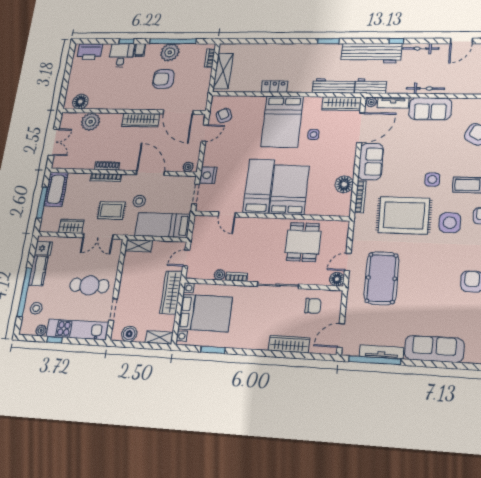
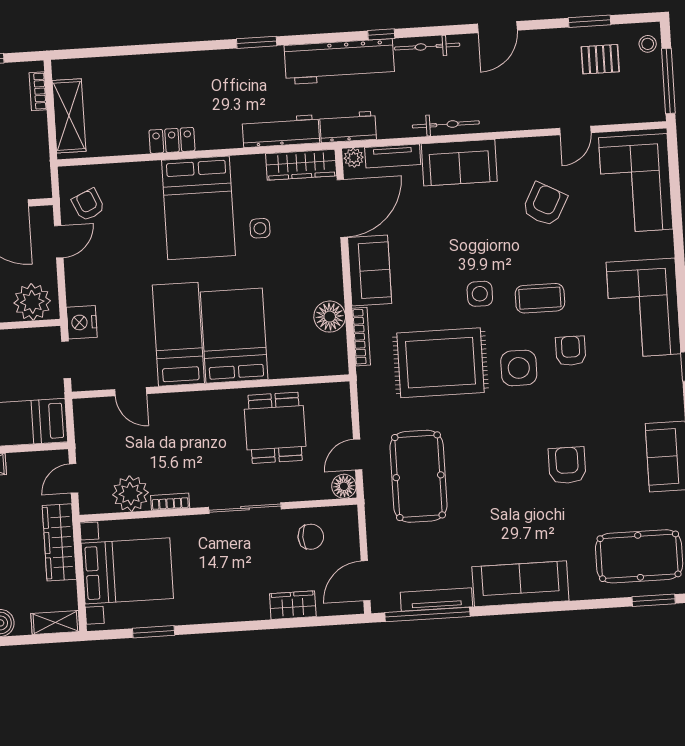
plant: (188, 167) -> (32, 302), width x1.87, depth x1.87
plant: (220, 275) -> (130, 494), width x1.88, depth x1.88
wardrobe: (289, 344) -> (293, 605), width x0.67

